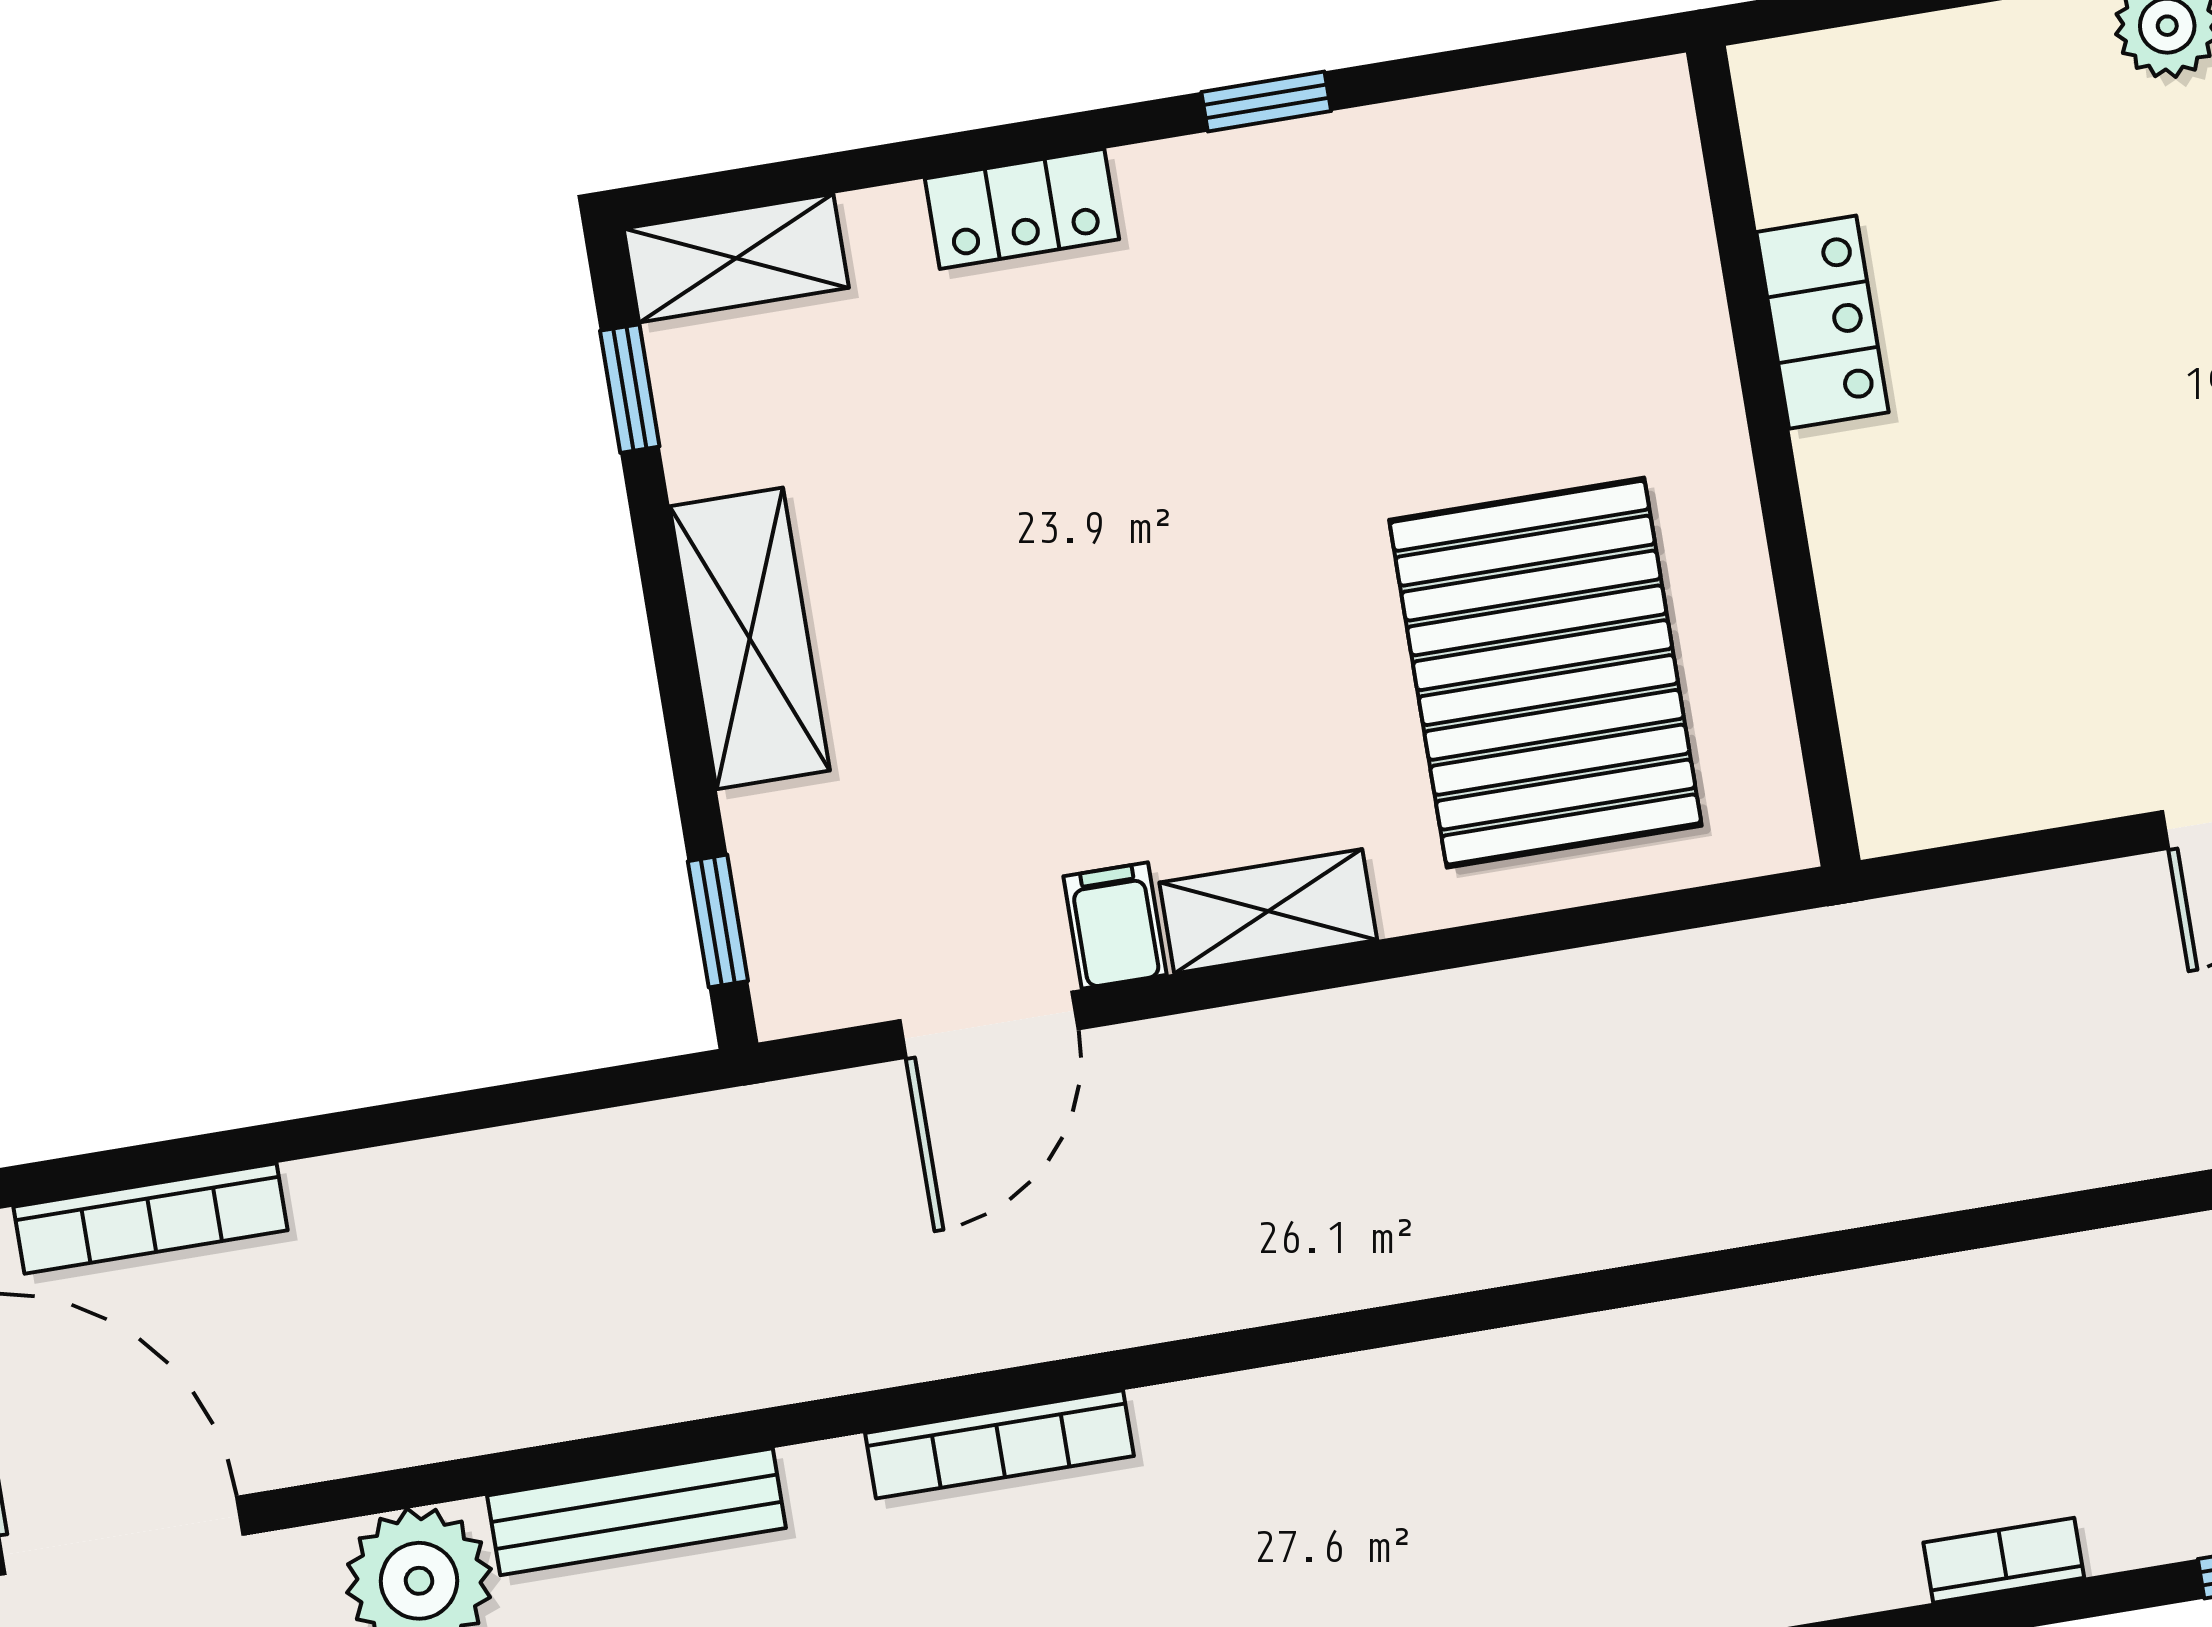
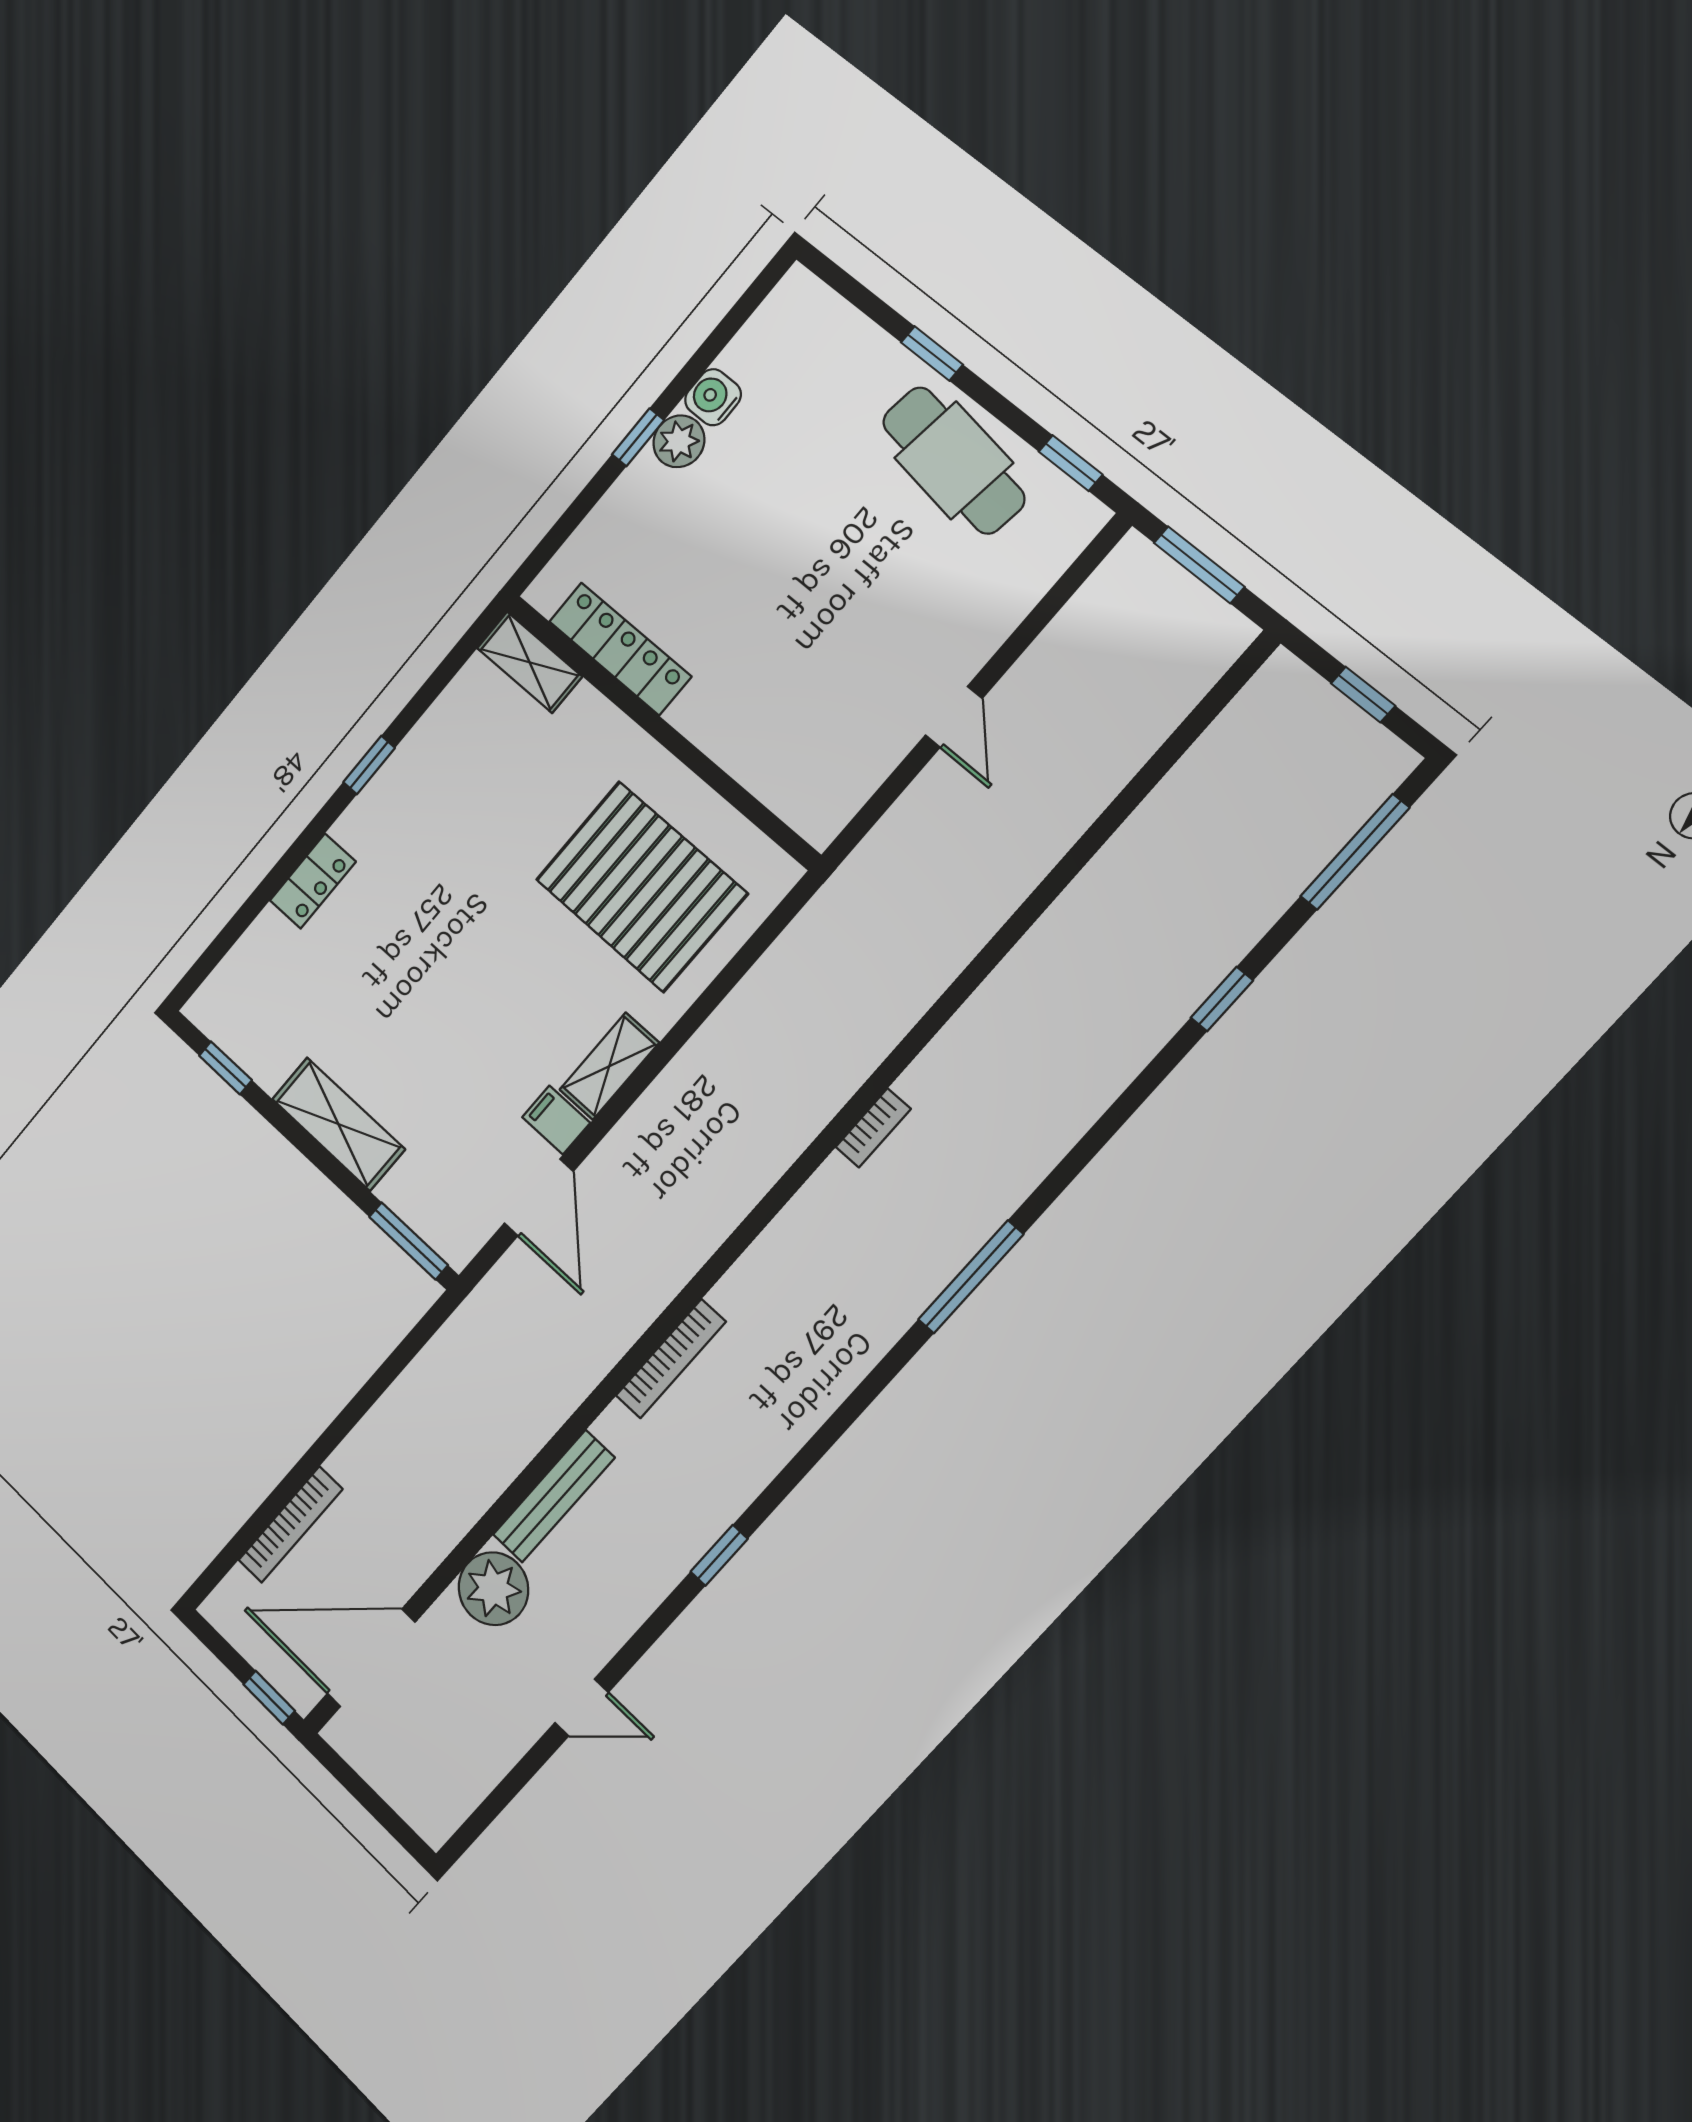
shelving: (736, 258) -> (529, 662), moved, turned 90
locker: (1823, 322) -> (620, 649), width x1.53
window: (718, 921) -> (409, 1241), width x1.50
bookcase: (2004, 1560) -> (873, 1128), moved, turned 180

